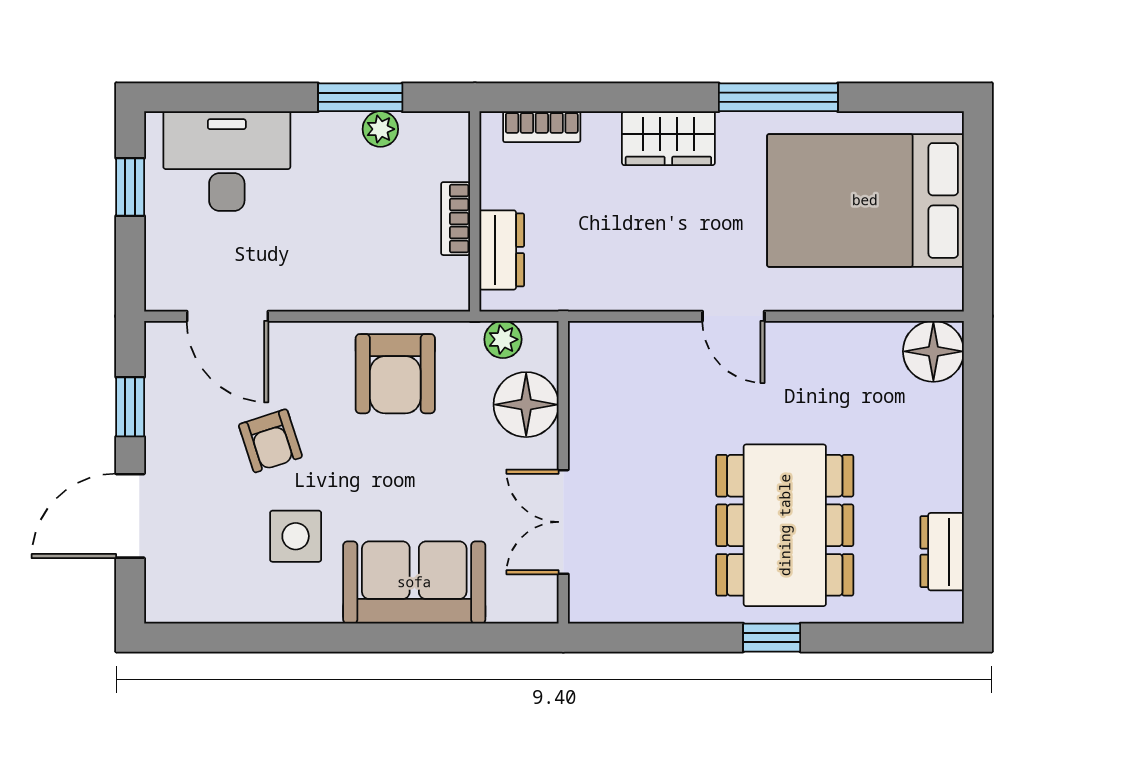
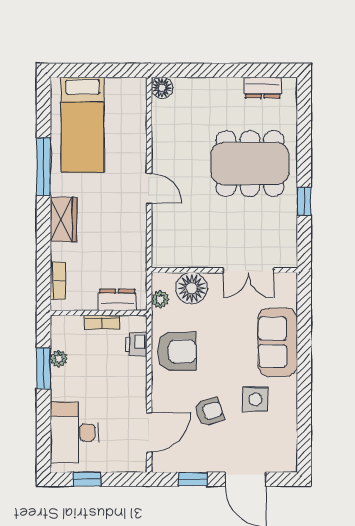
bed: (865, 200) -> (83, 125), width x0.67
printer: (411, 289) -> (136, 344), added
door: (733, 316) -> (149, 188), hinge flipped
floor lamp: (933, 351) -> (162, 88), width x0.73, depth x0.73
window: (772, 638) -> (304, 201), moved

